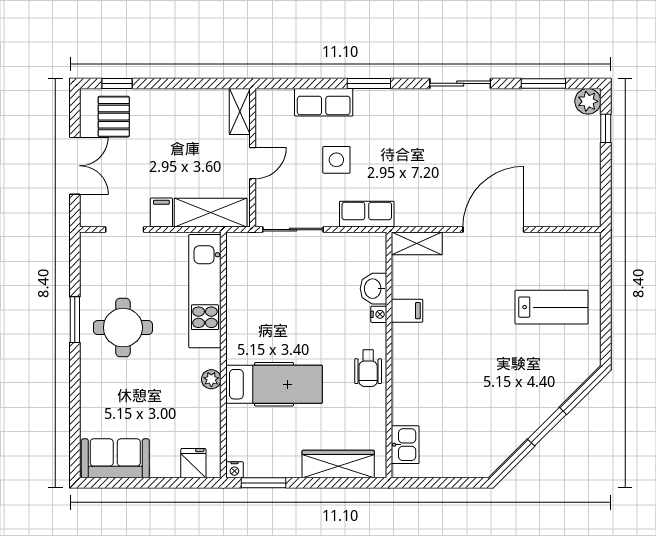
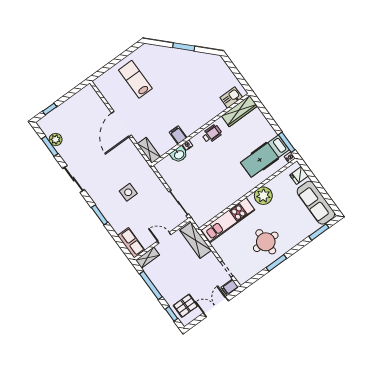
window: (189, 83) -> (151, 285), added
plant: (588, 101) -> (56, 139), moved
row of seats: (324, 102) -> (131, 243), moved
side table: (336, 160) -> (128, 192), moved
filing cabinet: (161, 213) -> (230, 287), moved
row of seats: (367, 214) -> (152, 178), removed
door: (493, 230) -> (121, 124), hinge flipped
plant: (211, 379) -> (263, 196), width x1.88, depth x1.88
hospital bed: (274, 384) -> (265, 156), moved, turned -90
window: (75, 428) -> (319, 232), added
sofa: (115, 458) -> (316, 203), width x1.36
wardrobe: (338, 464) -> (239, 111), moved, turned -90

